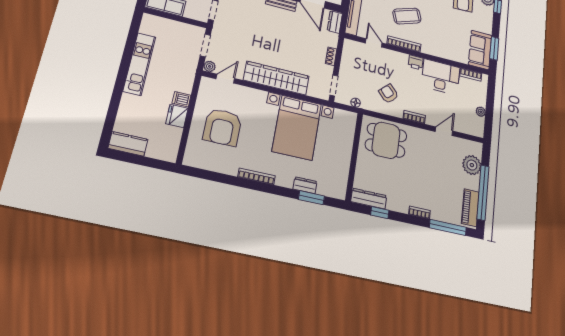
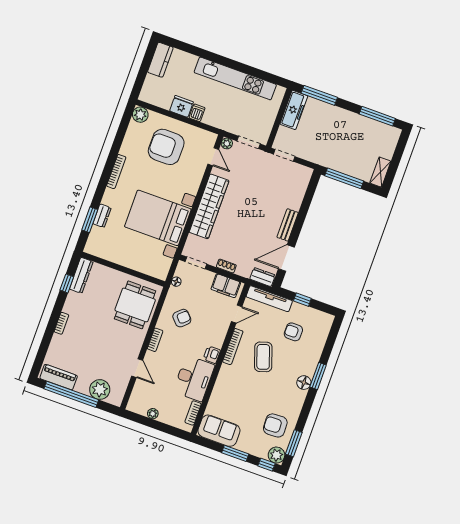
window: (494, 48) -> (235, 453), moved
filing cabinet: (350, 55) -> (226, 286), added
kitchen unit: (139, 64) -> (235, 78), width x1.36
plant: (192, 158) -> (140, 115), added
window: (448, 227) -> (43, 349), removed

